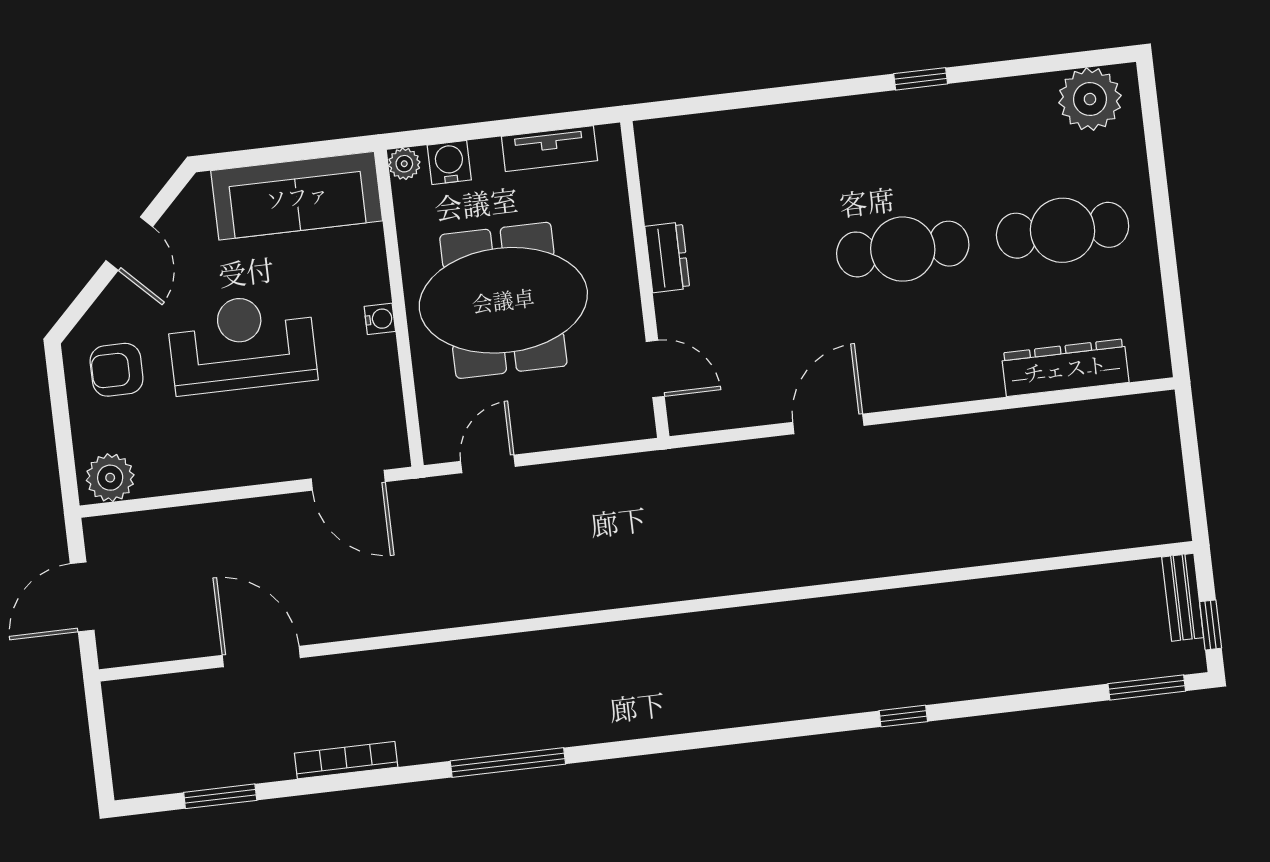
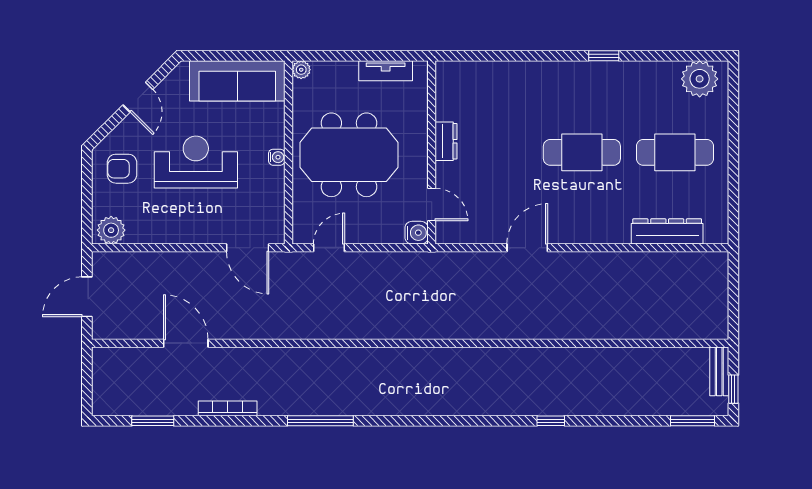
water cooler: (449, 162) -> (417, 233), moved, turned 90

